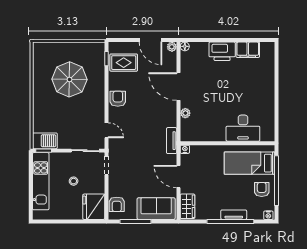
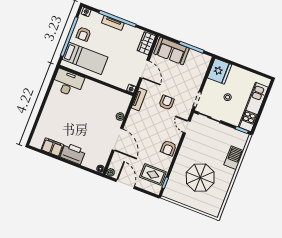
desk: (243, 128) -> (68, 83), moved
barbecue: (45, 141) -> (234, 158), moved, turned 90
armchair: (117, 204) -> (167, 103), moved

